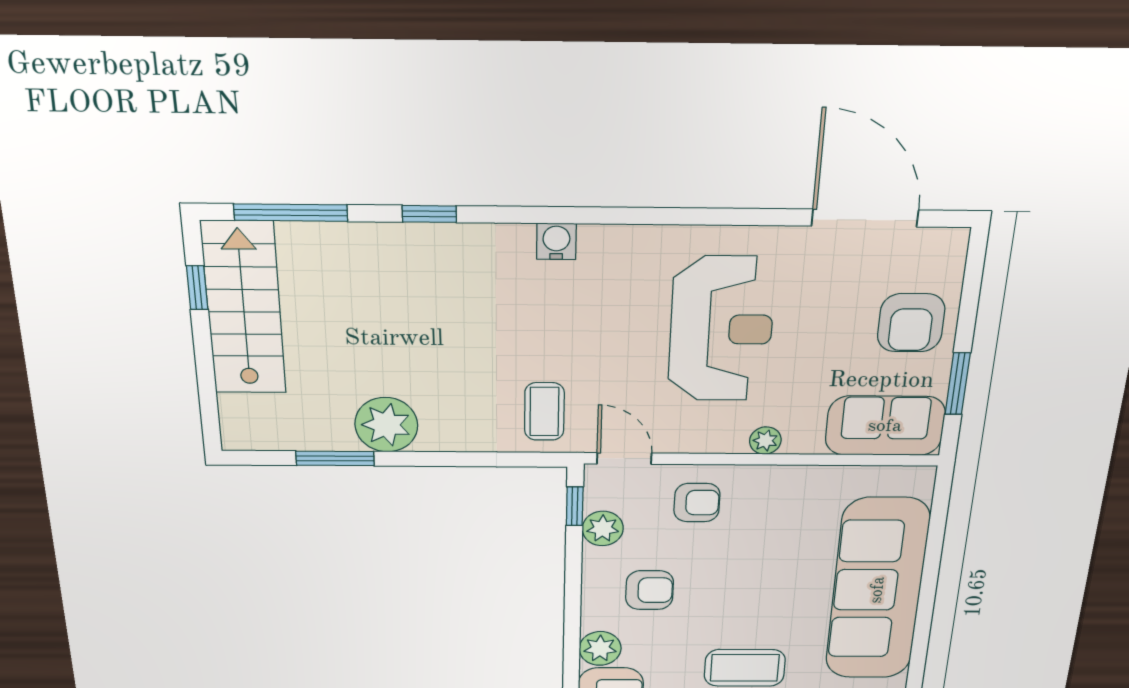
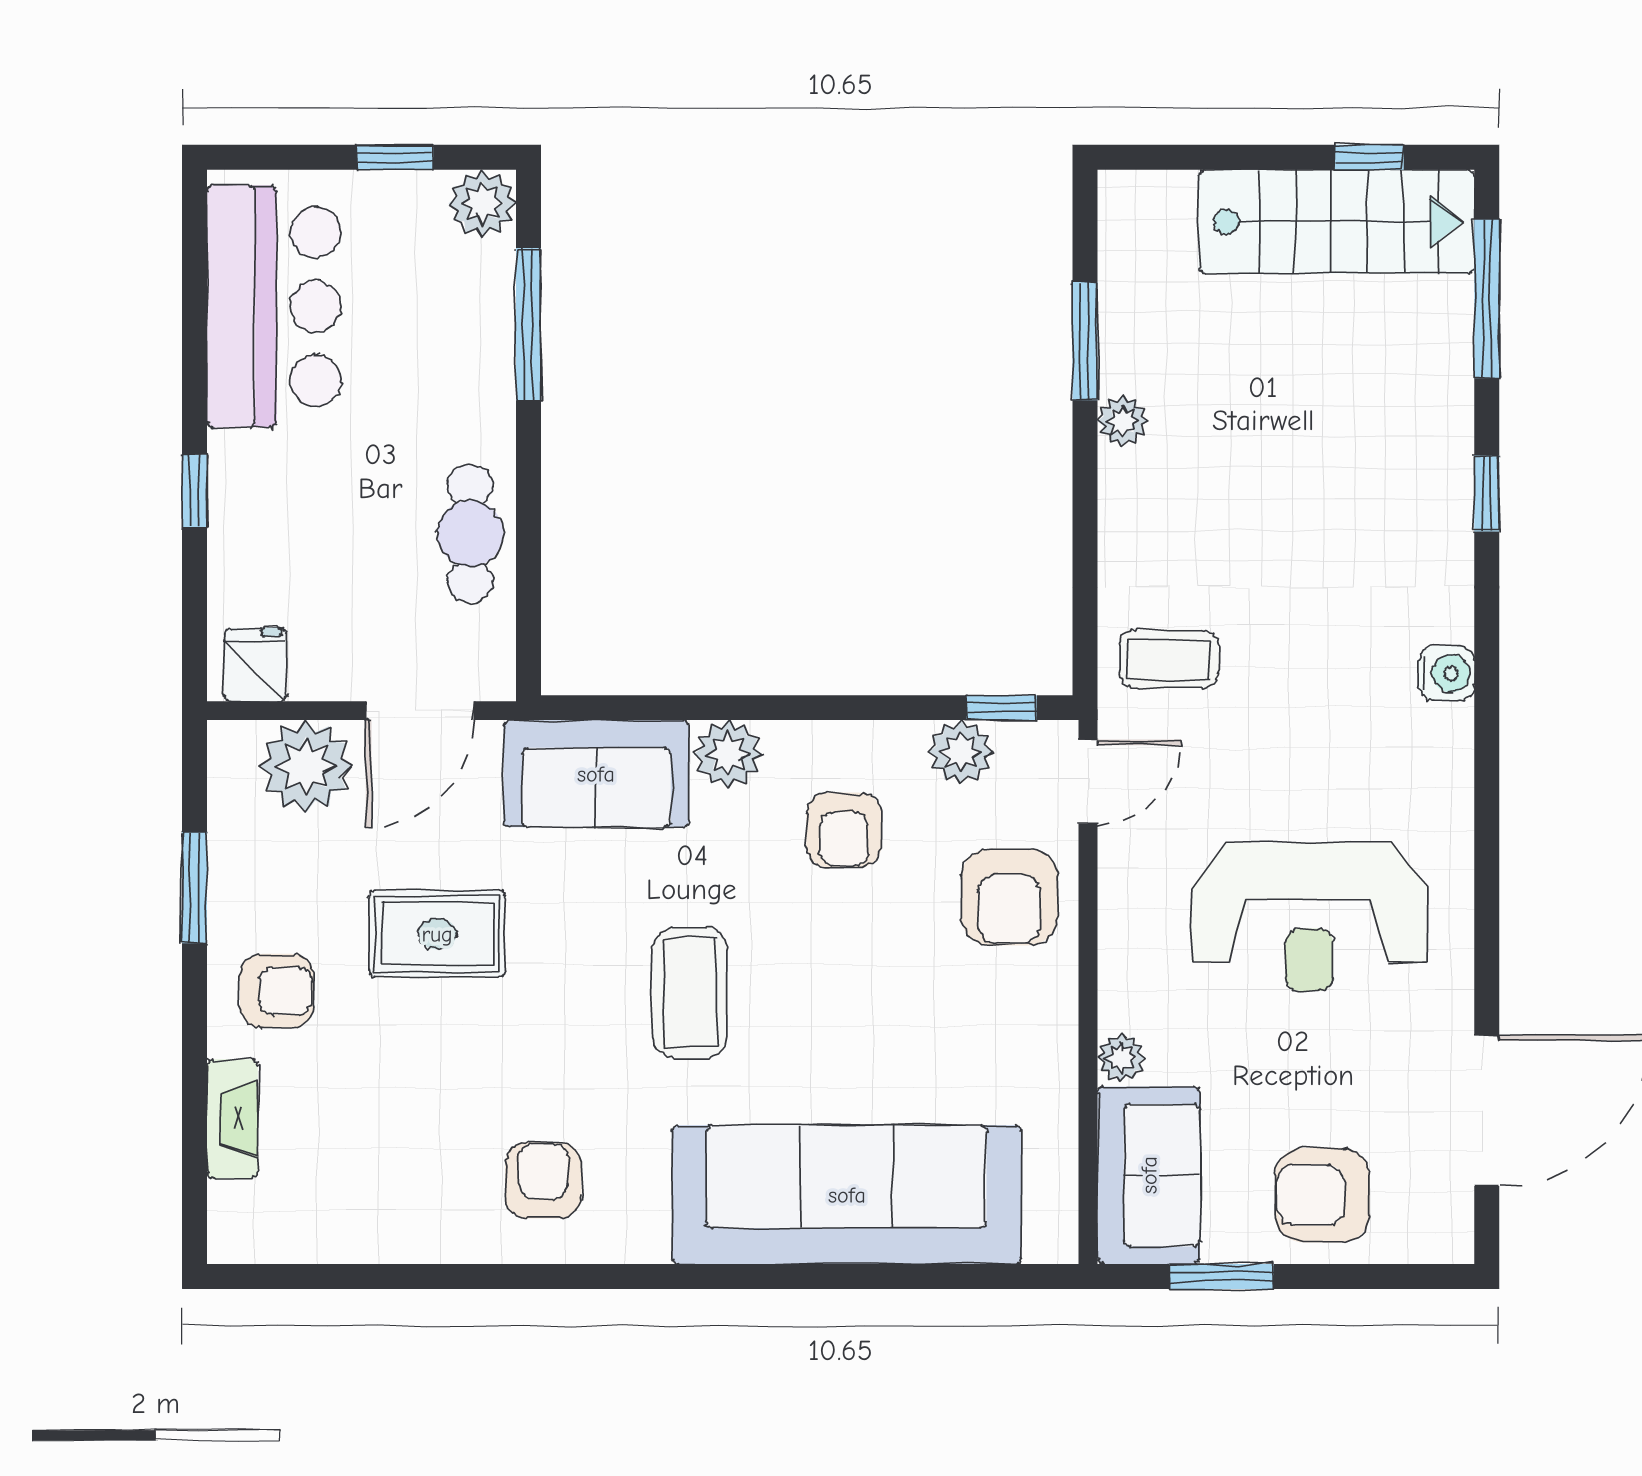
plant: (386, 425) -> (1122, 421), width x0.53, depth x0.53
plant: (765, 441) -> (1121, 1058), moved
armchair: (697, 503) -> (1009, 897), width x1.38, depth x1.38

